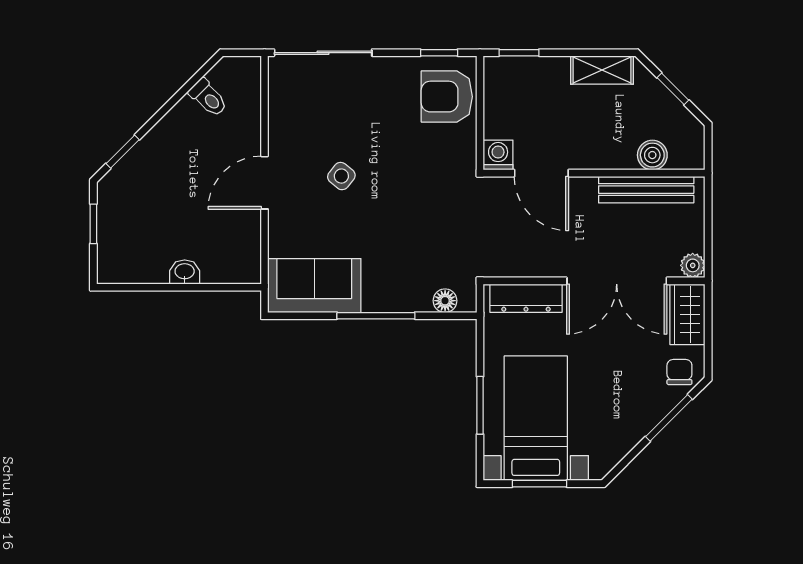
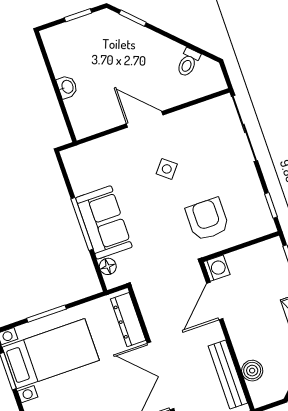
armchair: (447, 97) -> (207, 219), moved
sofa: (314, 286) -> (104, 222), moved

